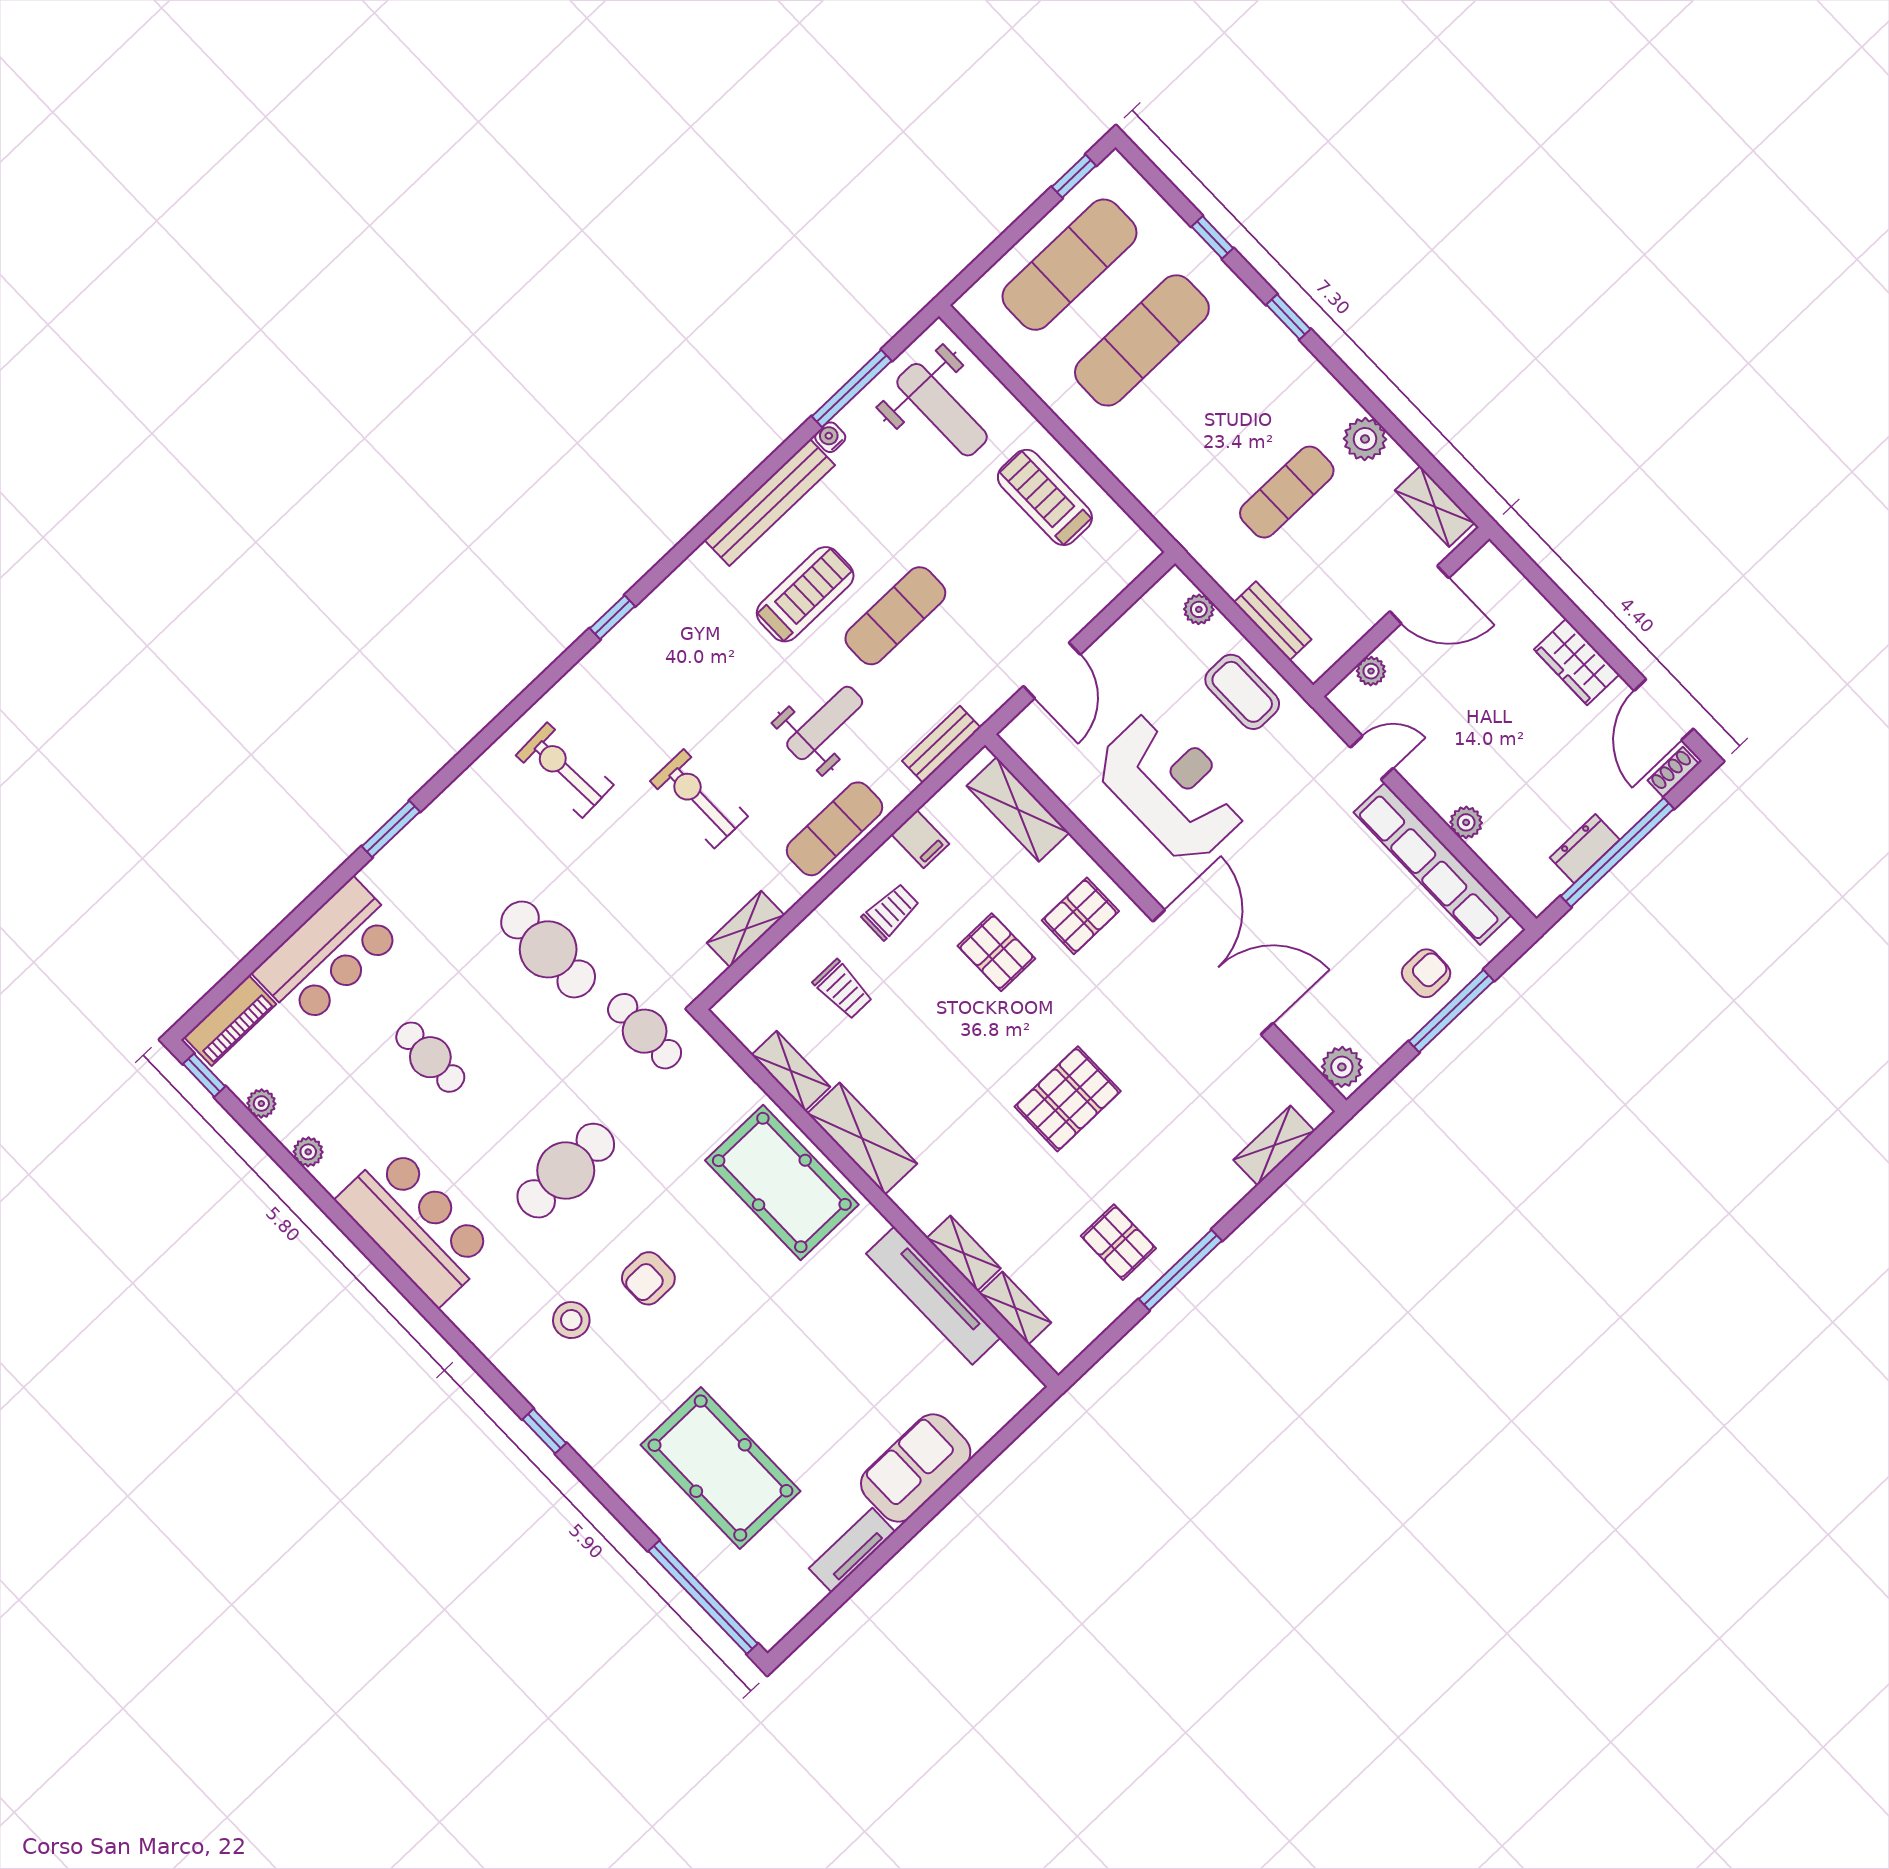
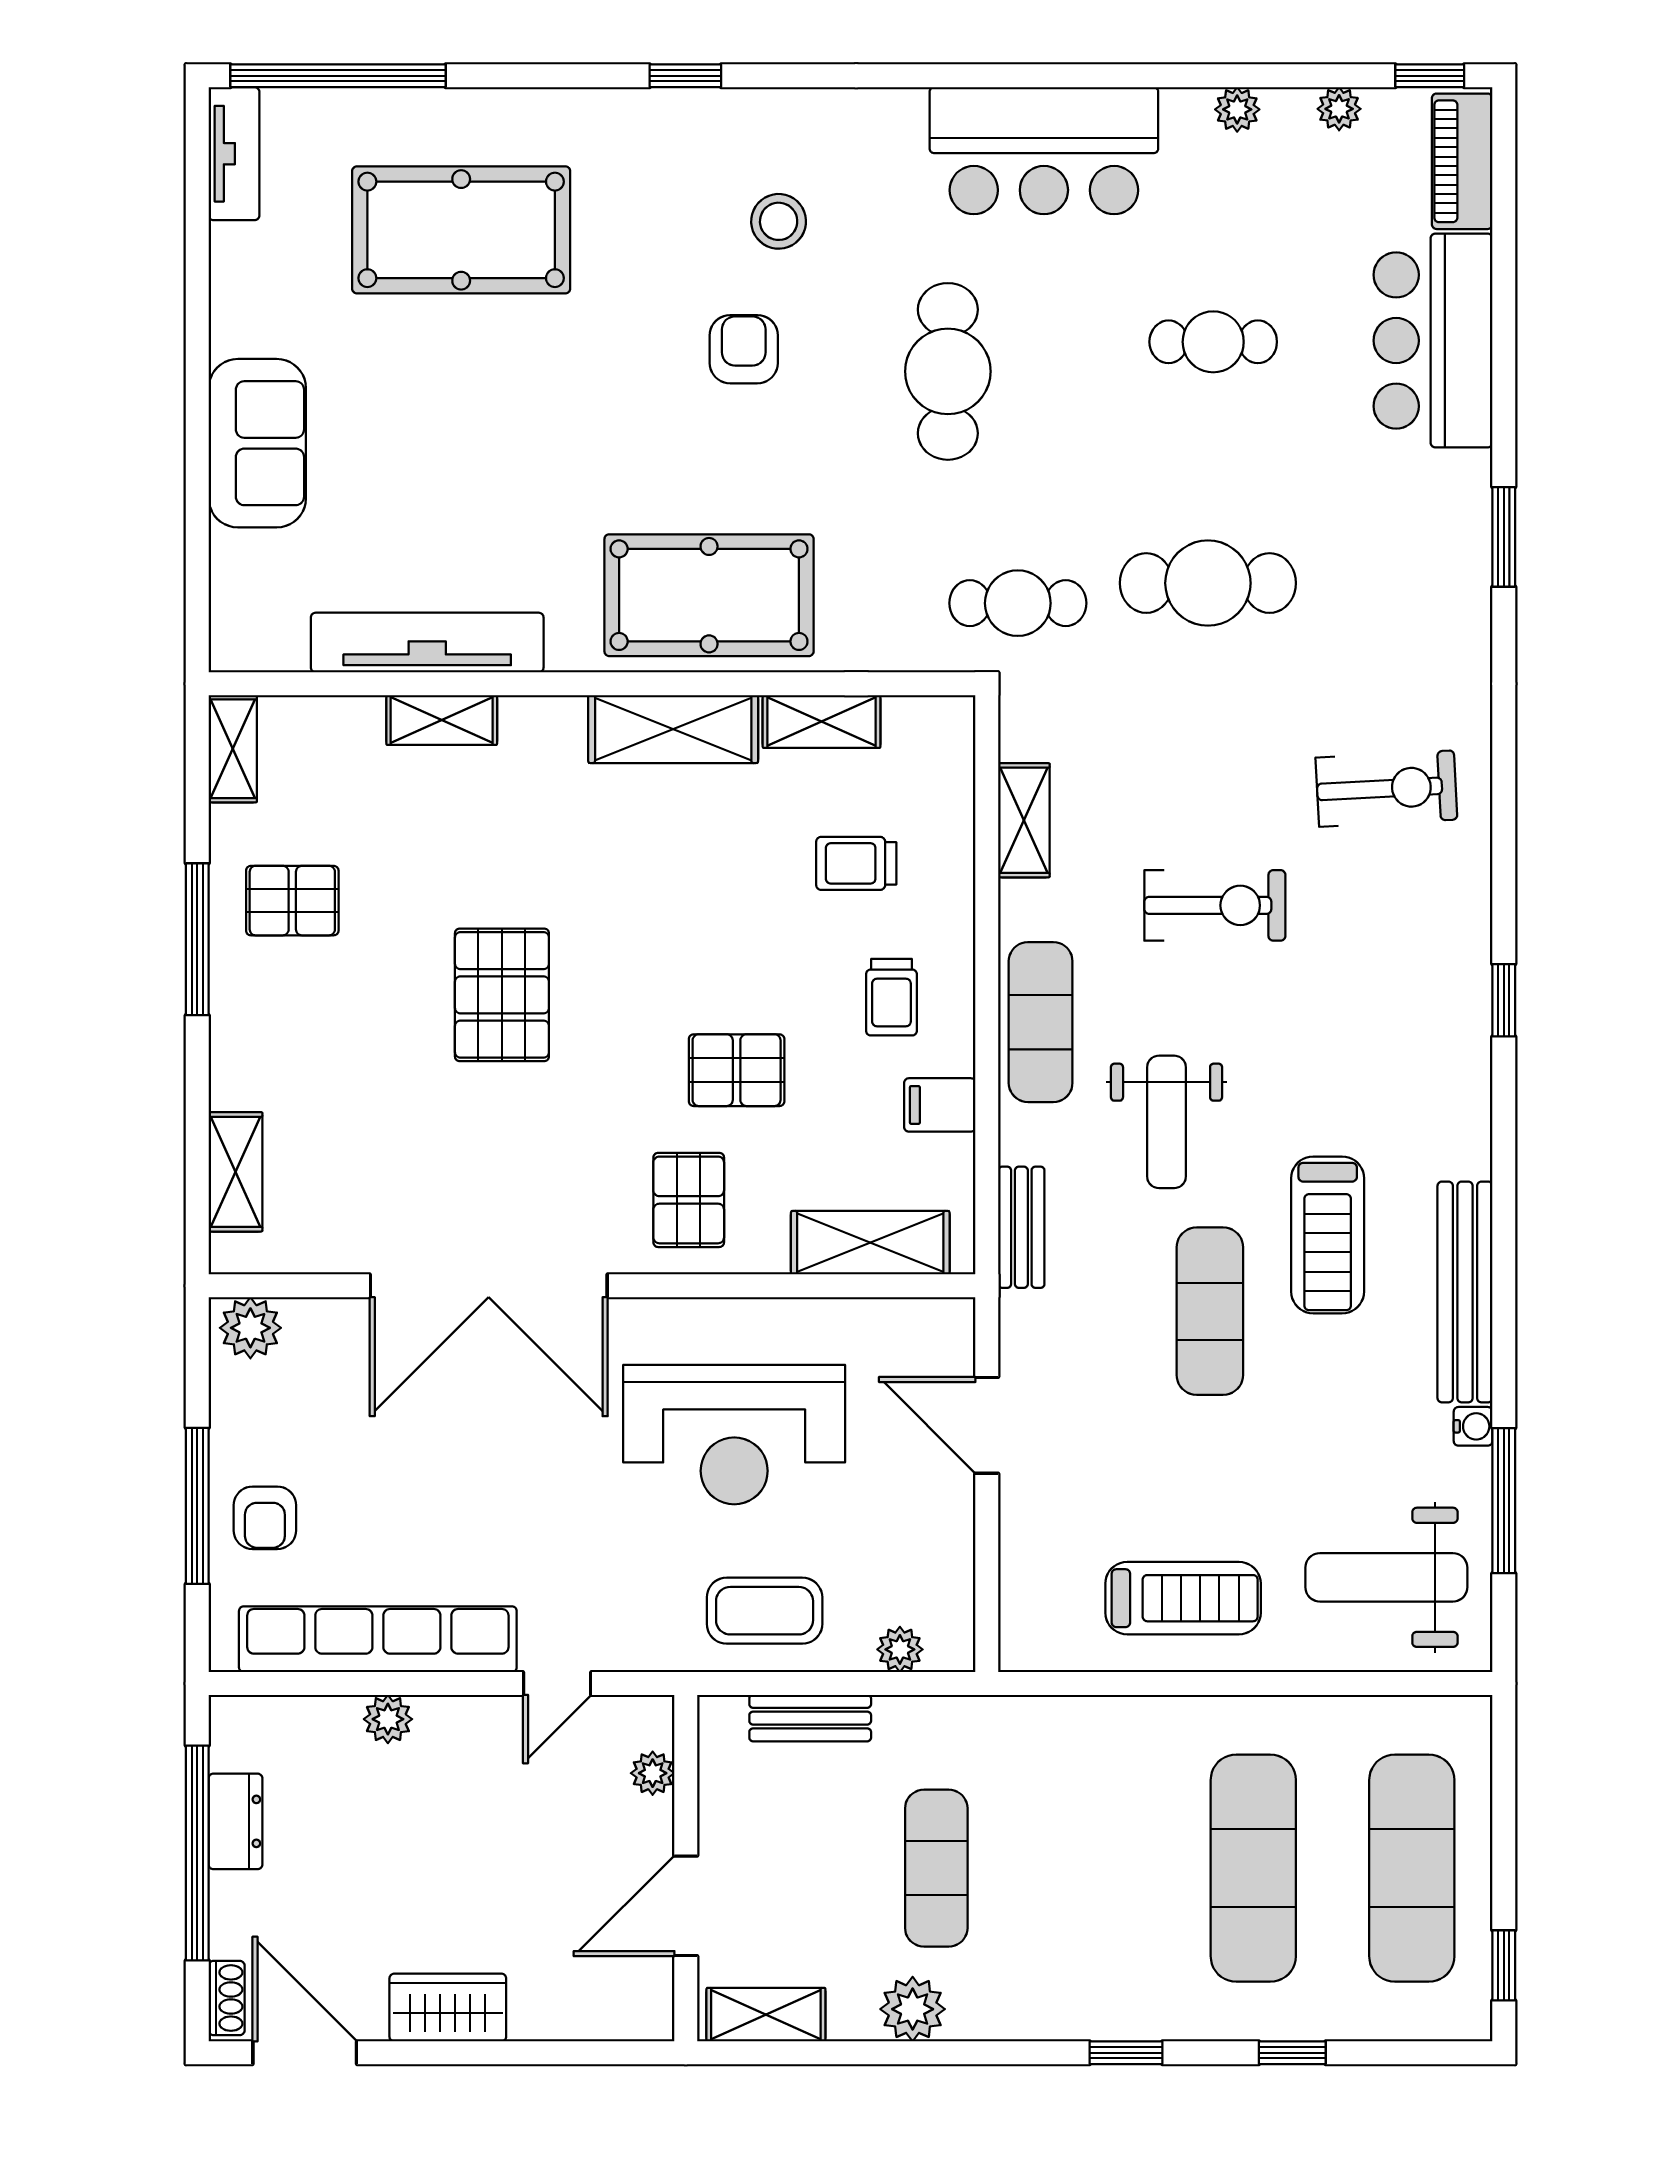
shelving: (1015, 1308) -> (233, 749), moved, turned 90
tv unit: (852, 1550) -> (234, 154), moved

